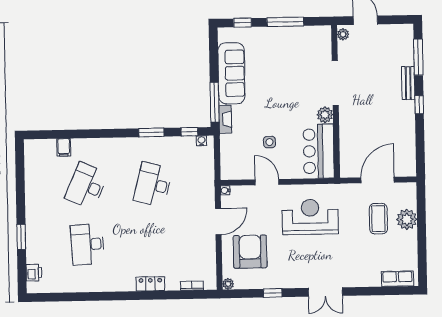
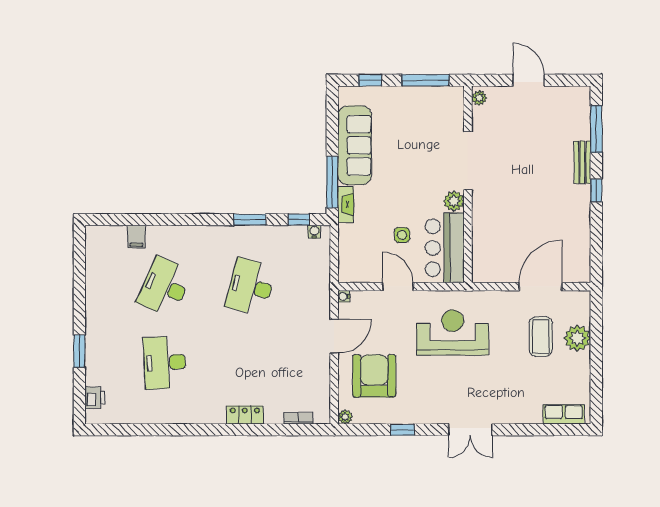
plant: (343, 34) -> (479, 98), moved
doorway: (335, 83) -> (468, 161), moved
wall: (336, 102) -> (468, 184), moved
plant: (325, 115) -> (454, 201), moved
bar counter: (319, 151) -> (445, 248), moved

